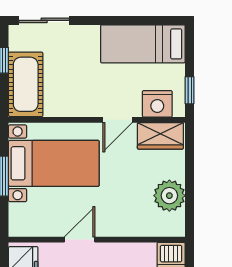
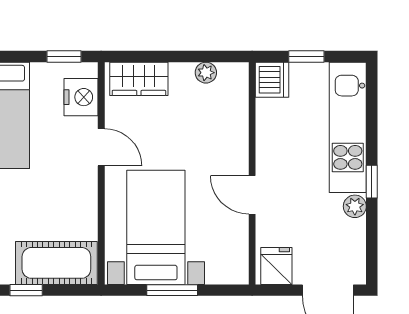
wardrobe: (160, 136) -> (139, 79), moved, turned 90
plant: (169, 196) -> (206, 73), width x0.53, depth x0.53

